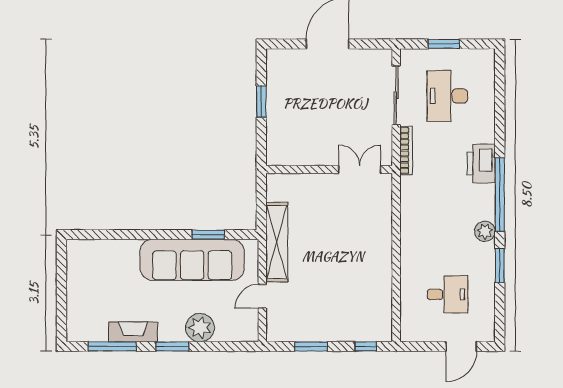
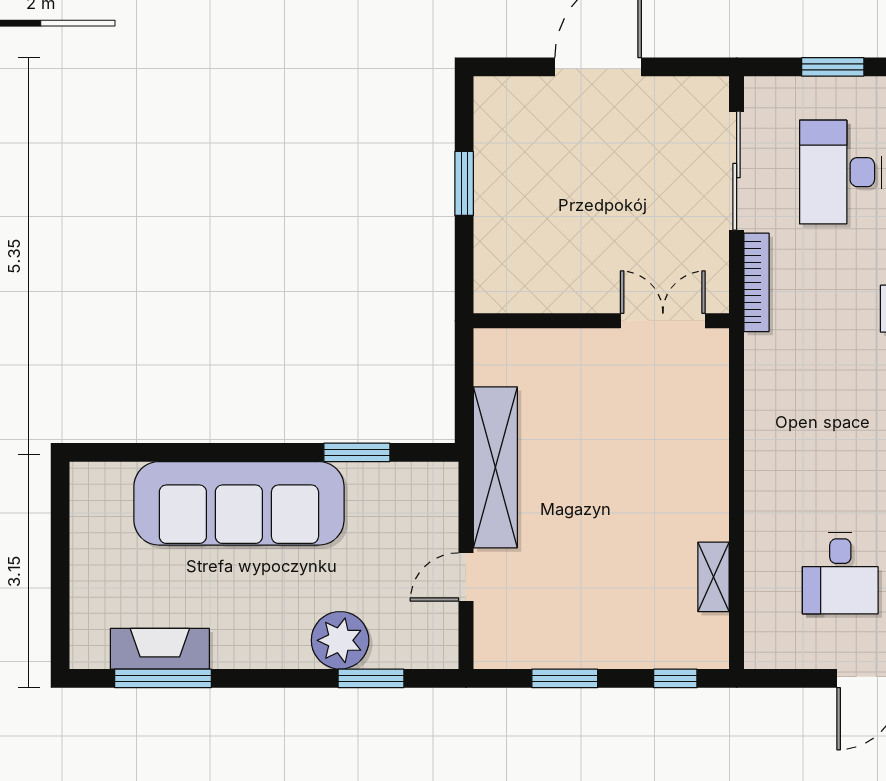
sofa: (192, 260) -> (239, 503), moved
desk: (447, 294) -> (840, 573), turned 90
shelving: (385, 296) -> (713, 577), added
fireplace: (133, 332) -> (160, 649), moved
window: (172, 346) -> (371, 678), moved

